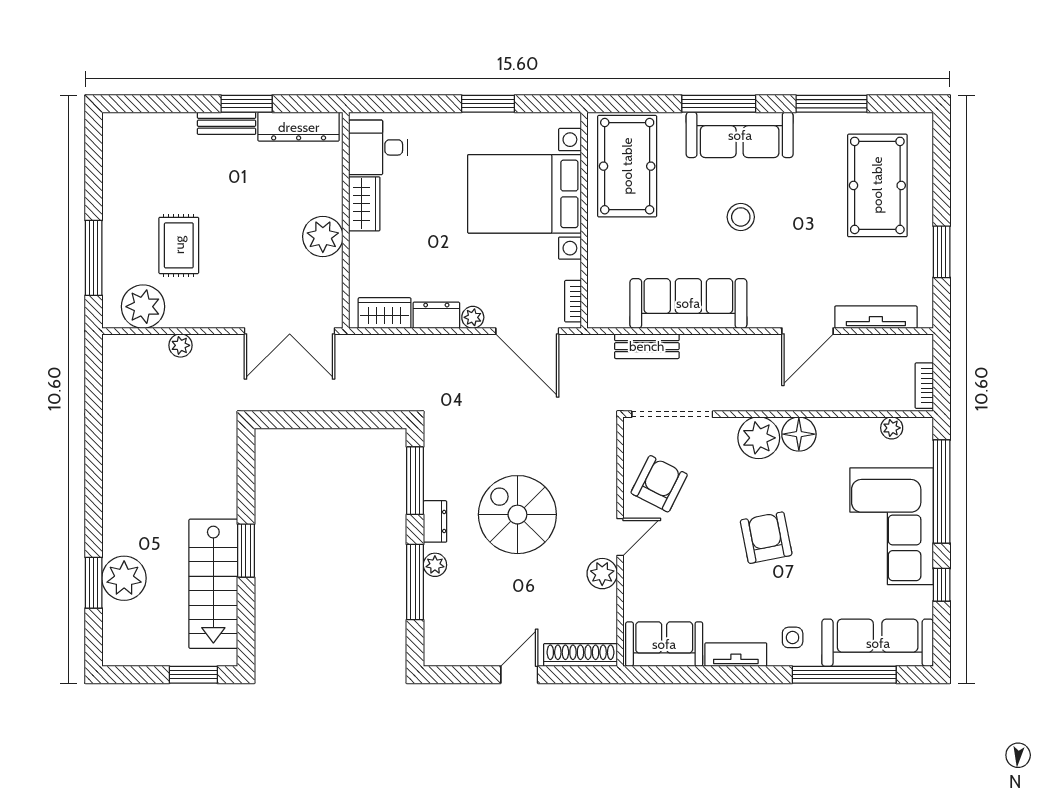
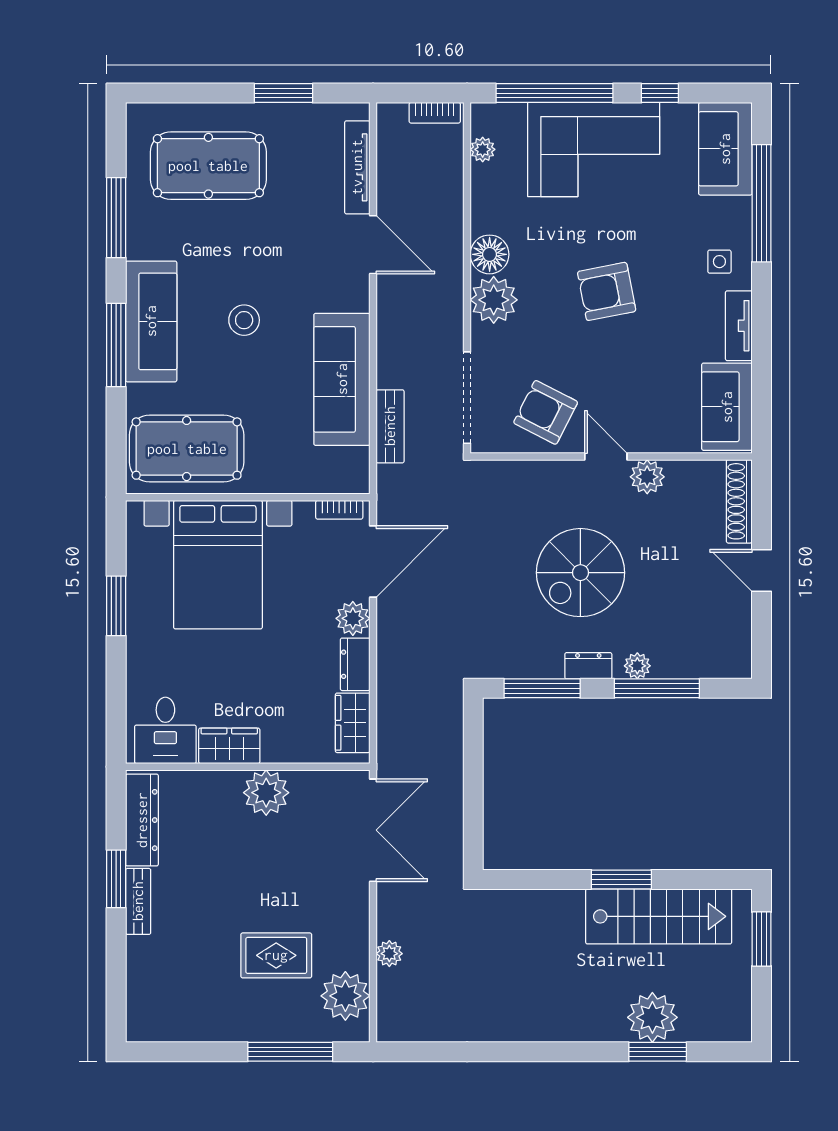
plant: (473, 317) -> (353, 618), width x1.38, depth x1.38
sofa: (878, 643) -> (725, 149), width x0.73

